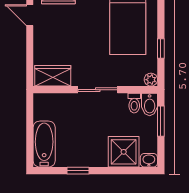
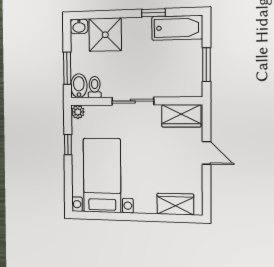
door: (30, 15) -> (207, 153), moved
window: (30, 122) -> (206, 65), added
bathtub: (44, 144) -> (177, 28), moved, turned -90

